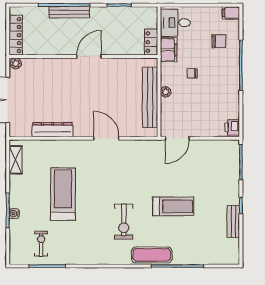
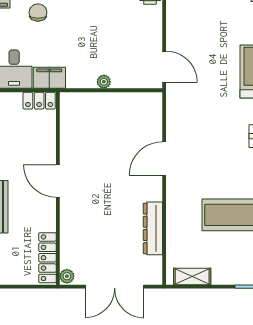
locker: (16, 35) -> (47, 258), moved, turned -90
chair: (192, 73) -> (80, 47), removed
bench: (150, 97) -> (111, 102), removed

